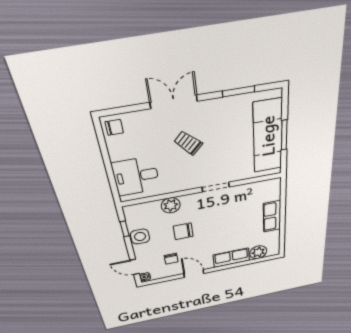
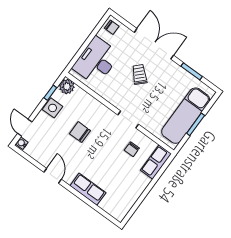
double door: (174, 102) -> (154, 44), width x1.37
desk: (136, 176) -> (96, 61), width x1.37
plant: (171, 205) -> (67, 87), moved
row of seats: (272, 216) -> (156, 162), moved
plant: (258, 252) -> (109, 204), removed
chair: (171, 259) -> (132, 149), moved

